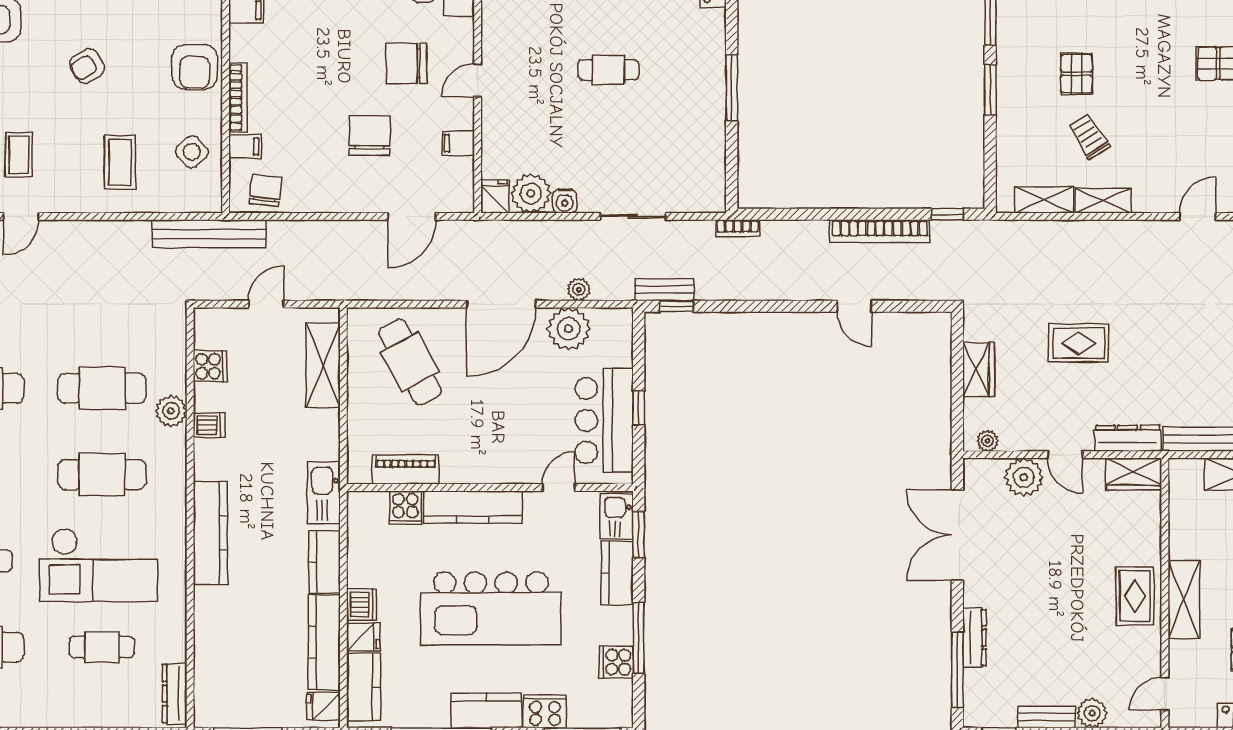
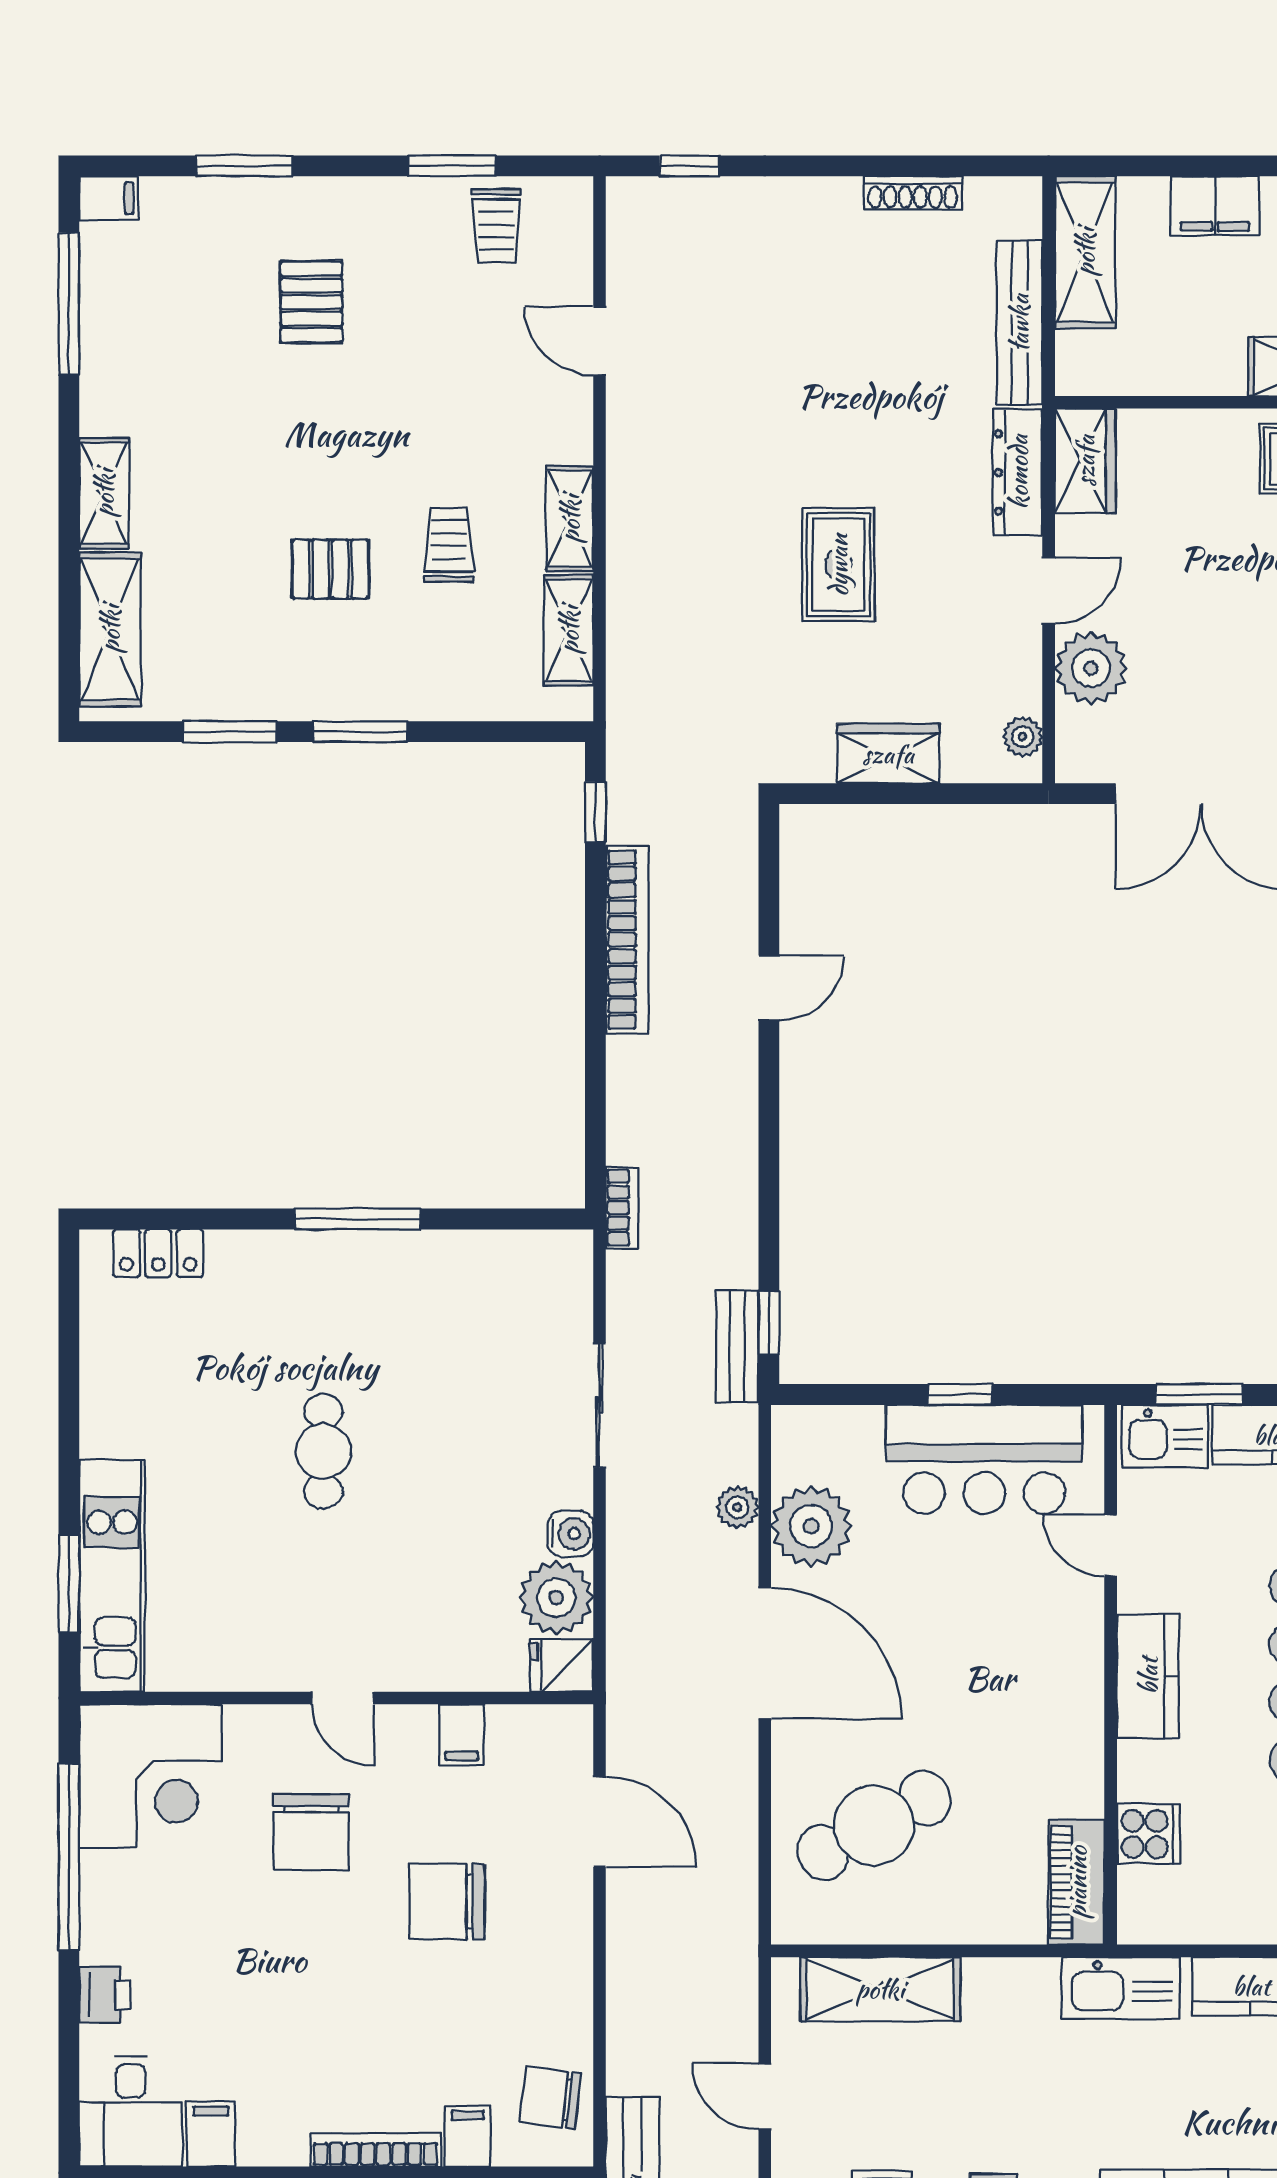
trolley: (1089, 137) -> (449, 545), turned 122
piano: (406, 469) -> (1077, 1882), moved
kitchen counter: (473, 507) -> (1148, 1676), width x0.67

